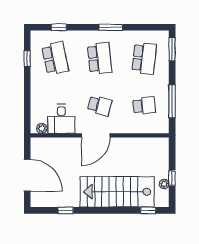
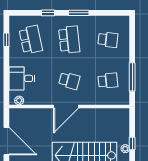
window: (59, 27) -> (48, 13), moved
window: (172, 49) -> (132, 32), removed
school desk: (144, 58) -> (108, 40), width x0.54
desk: (61, 119) -> (22, 78), moved, turned 90

